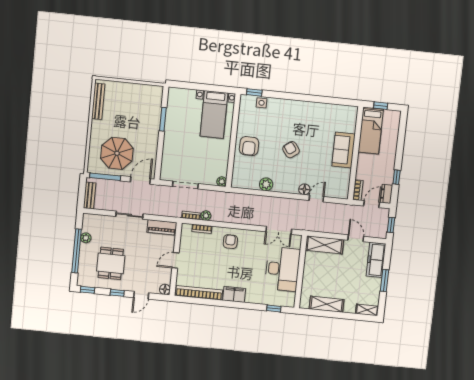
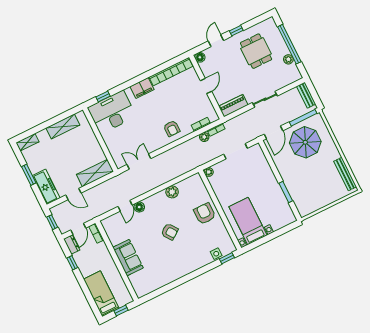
bed: (371, 131) -> (101, 294), moved
desk: (282, 269) -> (112, 112), moved, turned 90
window: (88, 290) -> (261, 18), removed

